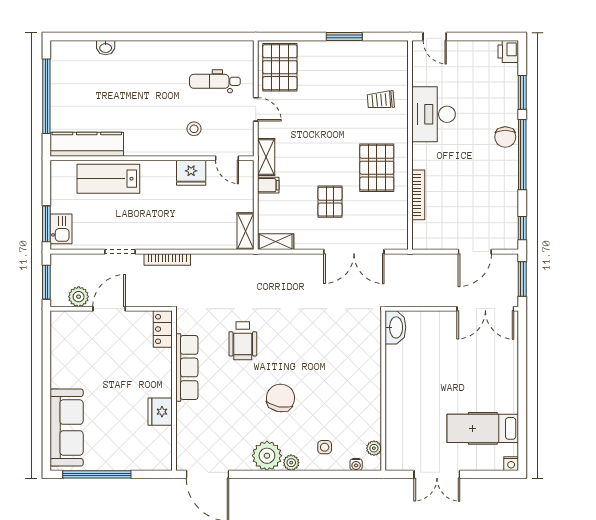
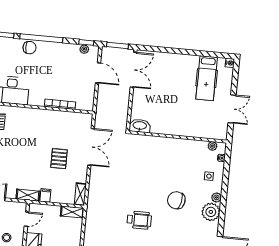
pallet: (377, 168) -> (41, 128), removed
pallet: (330, 202) -> (59, 159), turned 90
plant: (511, 226) -> (84, 49), added

